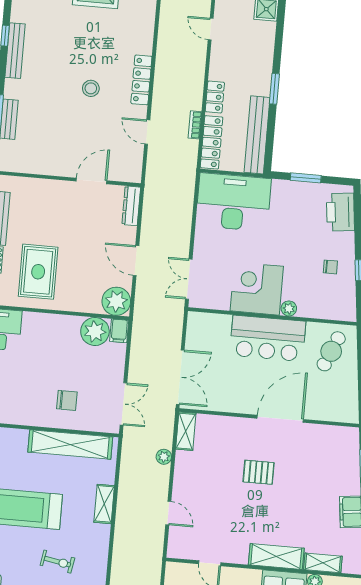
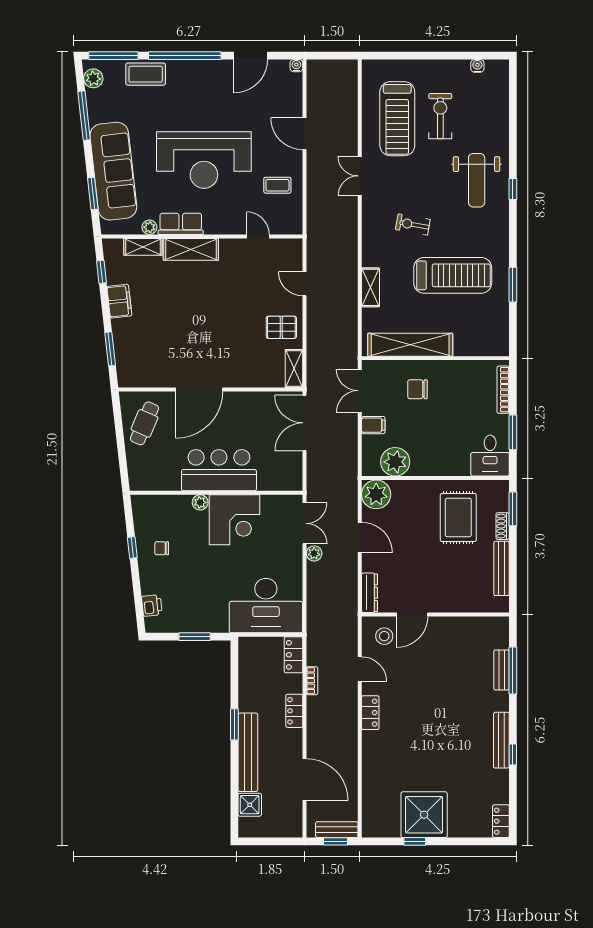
door: (211, 29) -> (304, 779), width x1.88
locker: (141, 80) -> (370, 713), width x0.66
stool: (91, 88) -> (384, 636), moved
bench: (257, 135) -> (248, 752), moved
locker: (212, 142) -> (293, 655), width x0.66
printer: (340, 212) -> (152, 605), width x0.53, depth x0.68
filing cabinet: (119, 331) -> (373, 425), moved, turned 90
cafe table: (331, 351) -> (144, 423), moved
plant: (164, 457) -> (314, 553), moved
pallet: (259, 472) -> (281, 327), moved

